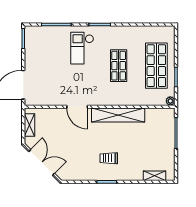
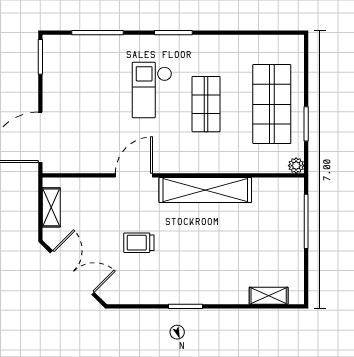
checkout: (82, 48) -> (152, 90), moved
door: (77, 107) -> (134, 175), swing flipped
trolley: (109, 158) -> (139, 243), moved

